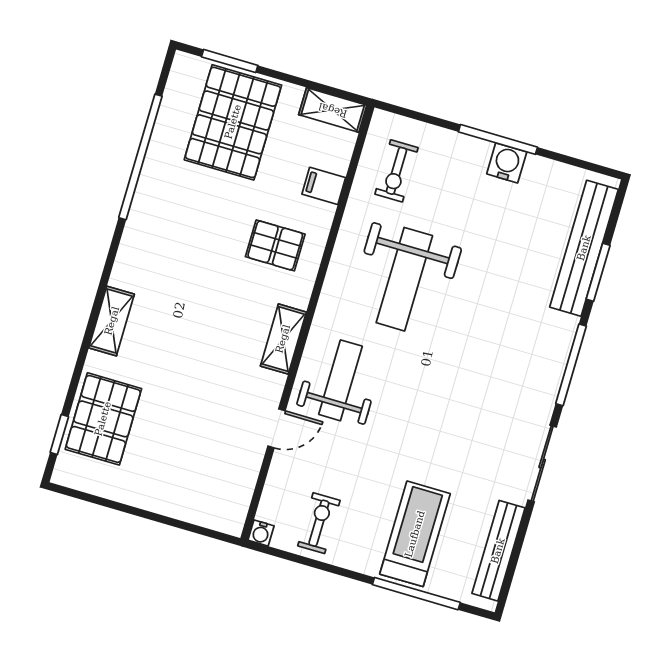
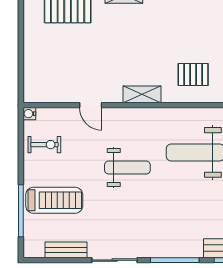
pallet: (275, 245) -> (193, 74), turned 90
weight bench: (340, 380) -> (127, 168), moved
bench: (498, 551) -> (66, 250), width x0.73

